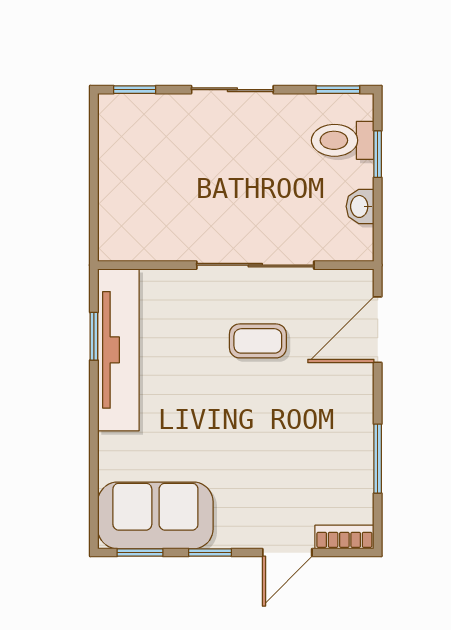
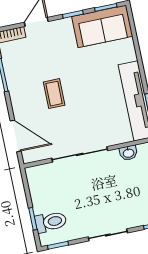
washbasin: (360, 206) -> (128, 153), moved, turned 90
door: (378, 330) -> (16, 136), hinge flipped
coffee table: (258, 341) -> (54, 94), moved, turned 90

